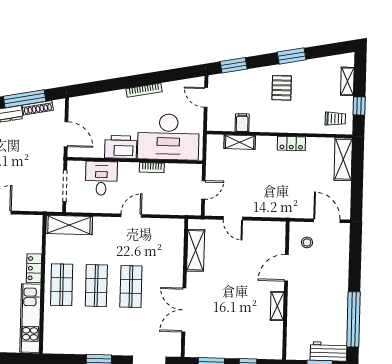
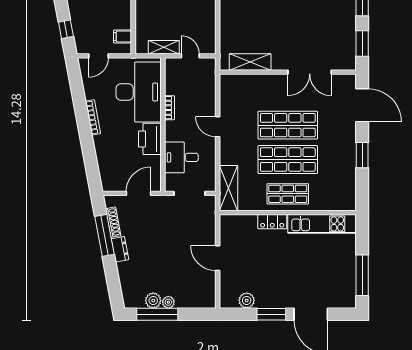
window: (234, 65) -> (66, 29), width x0.67
filing cabinet: (242, 123) -> (123, 36), moved
shelving: (240, 142) -> (164, 47), moved, turned 90
door: (233, 218) -> (218, 26), removed
shop shelf: (96, 286) -> (288, 160), width x1.43, depth x1.36
shop shelf: (131, 287) -> (288, 125), width x1.43, depth x1.36

